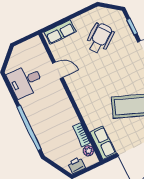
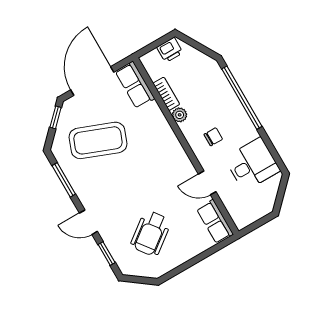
row of seats: (60, 32) -> (215, 222), moved, turned -90
chair: (51, 102) -> (213, 137), added
plant: (88, 151) -> (180, 115), moved

